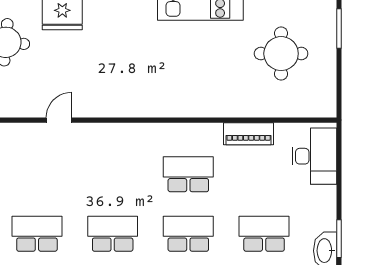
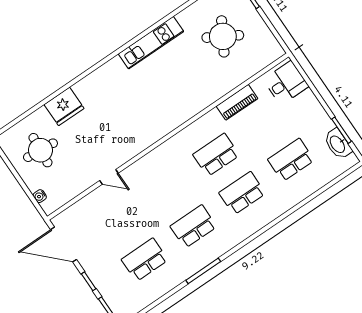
round table: (281, 54) -> (223, 36), turned 30
door: (59, 120) -> (109, 177), swing flipped
desk: (314, 156) -> (286, 83), width x0.73

